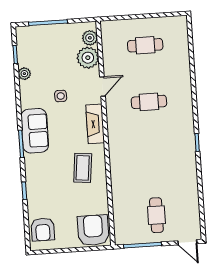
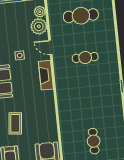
cafe table: (145, 45) -> (81, 16), width x1.37, depth x1.35
door: (102, 87) -> (50, 47), swing flipped
coffee table: (83, 168) -> (15, 123), moved

